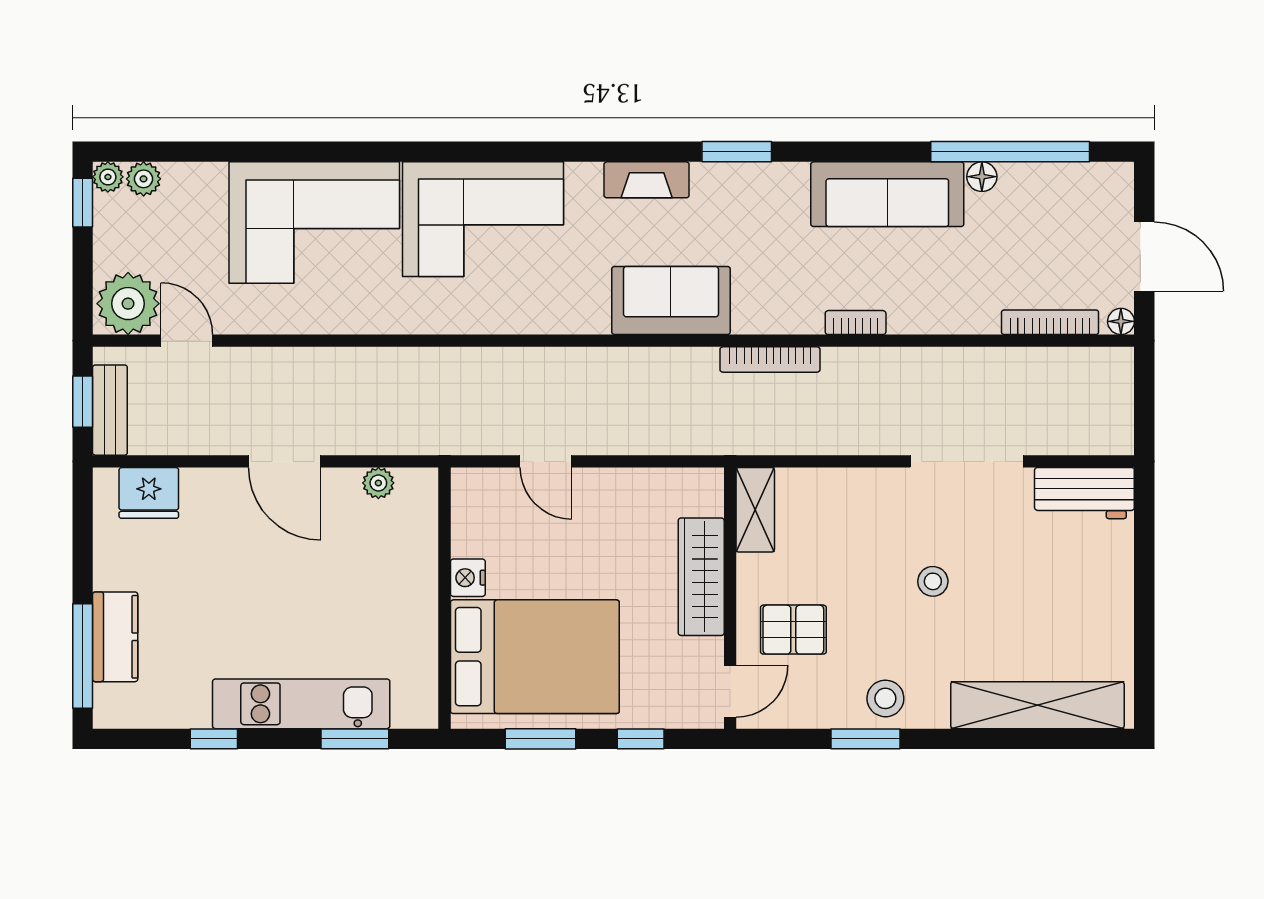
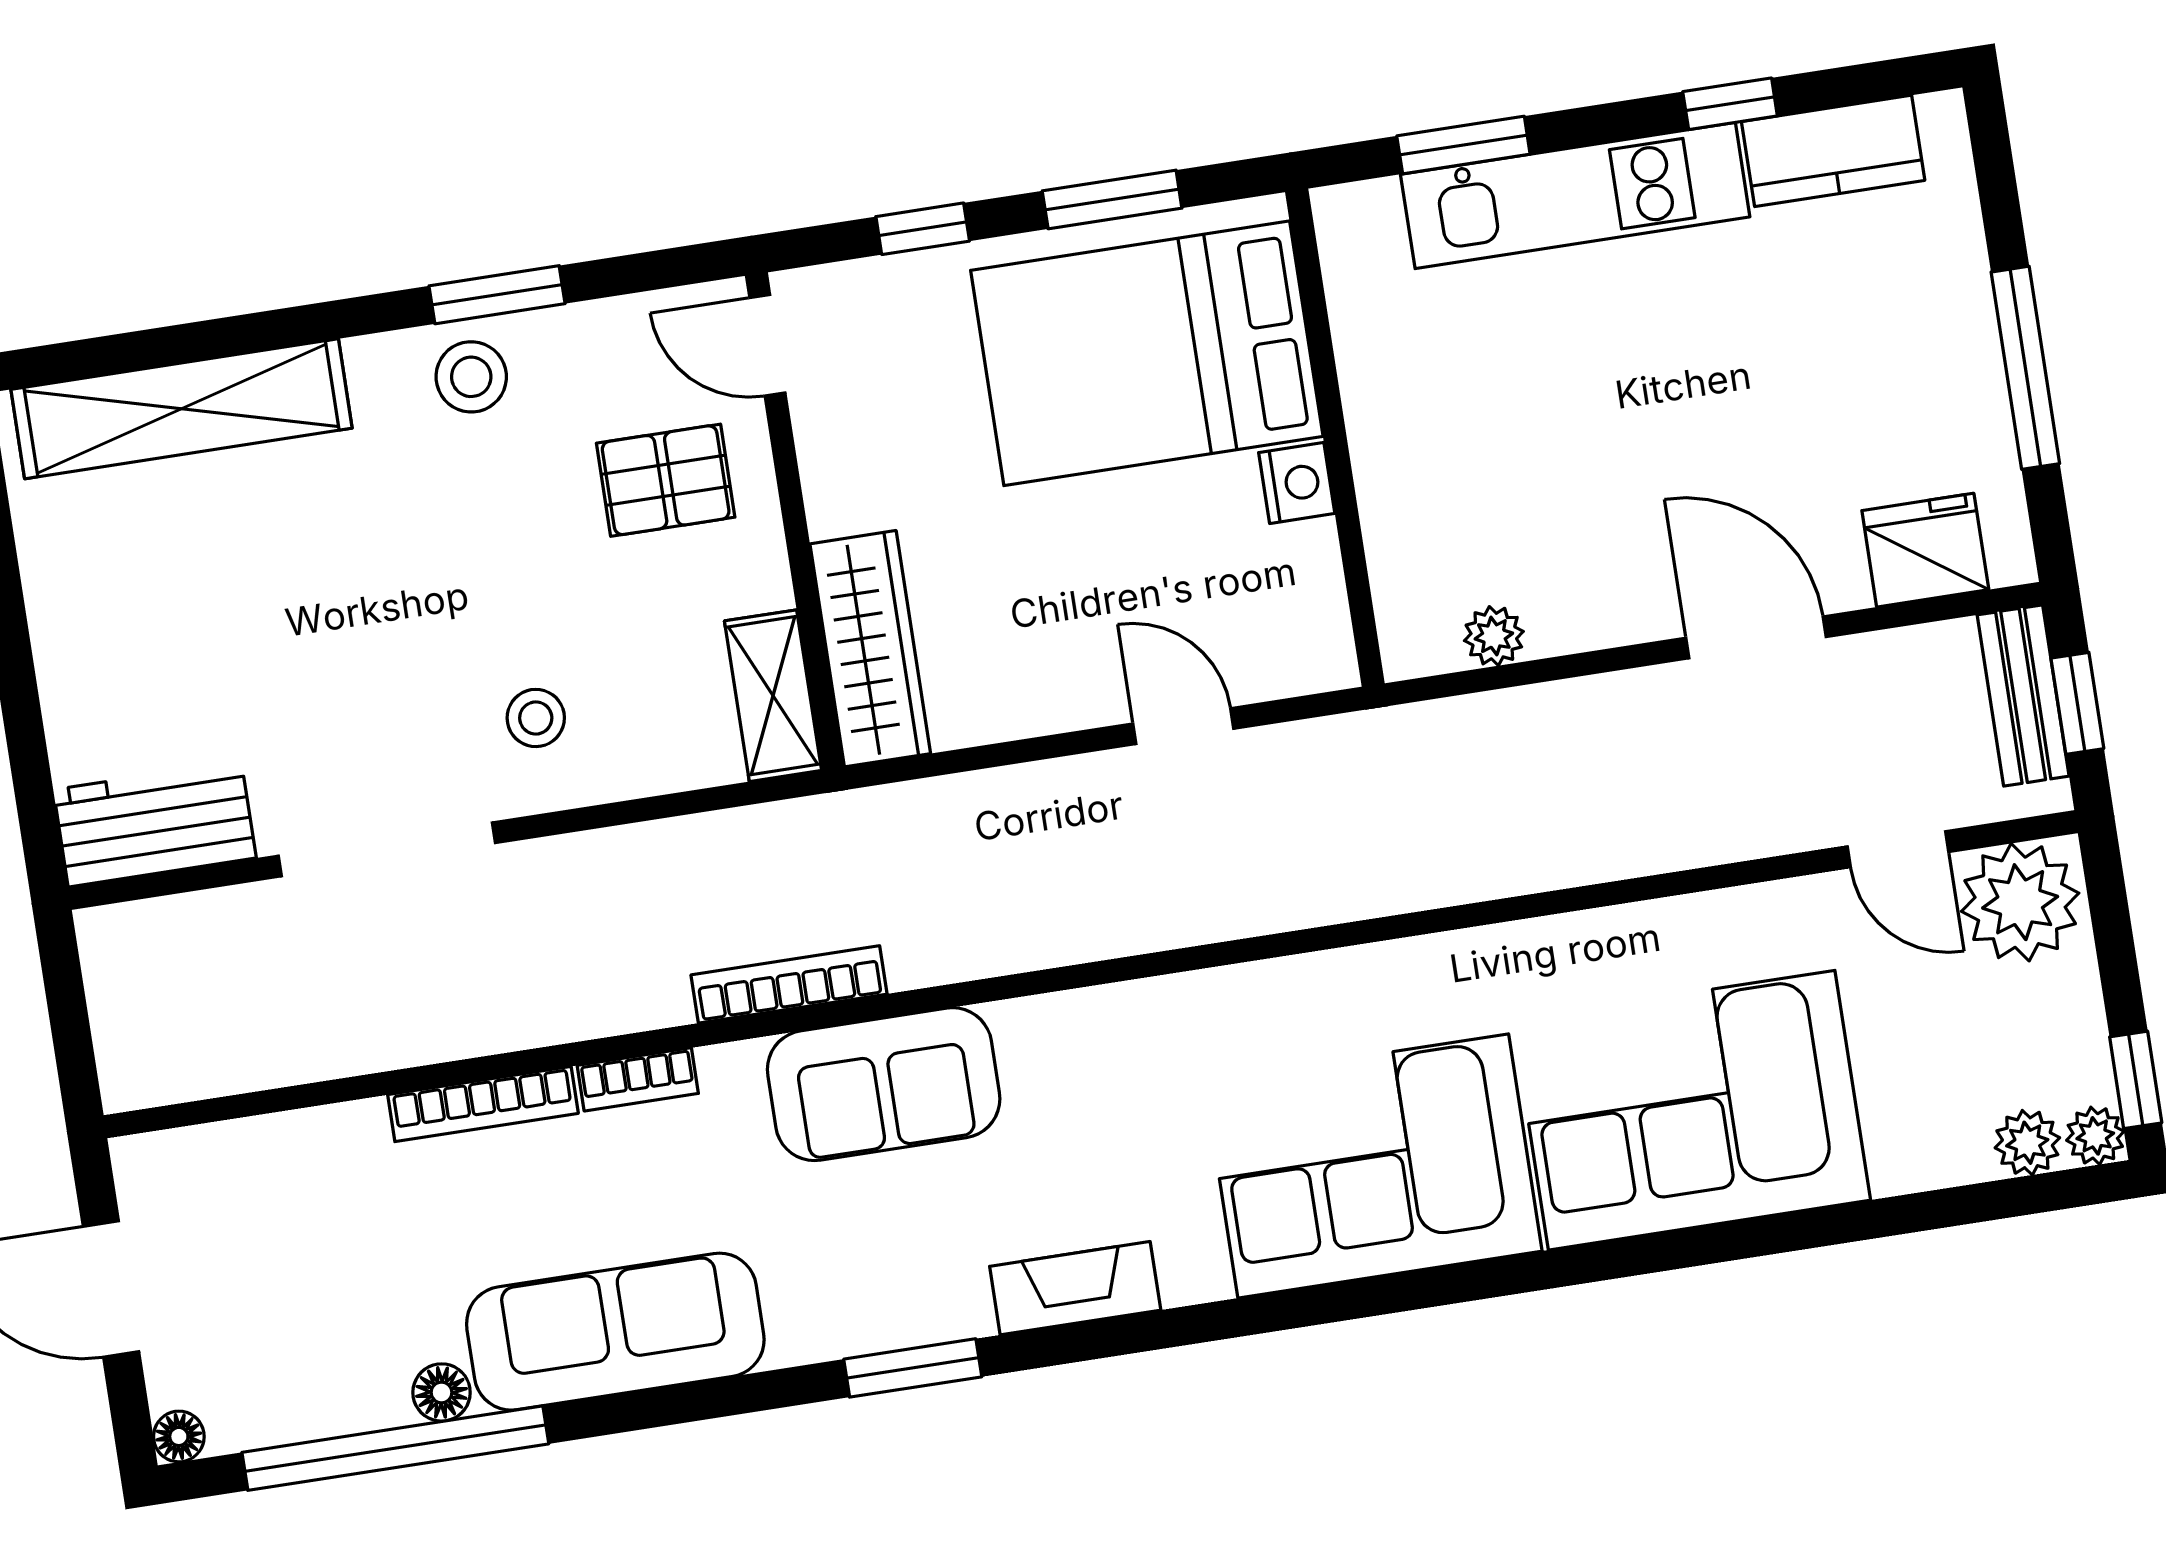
sofa: (671, 300) -> (884, 1084), moved
floor lamp: (1121, 321) -> (179, 1436), moved
bookcase: (1050, 322) -> (483, 1104), moved
door: (285, 461) -> (1756, 637), moved
wardrobe: (701, 577) -> (870, 649), moved
stool: (933, 581) -> (536, 718), moved
kitchen counter: (115, 637) -> (1833, 151), moved, turned -90
window: (83, 656) -> (2025, 368), moved
door: (730, 691) -> (767, 345), hinge flipped

